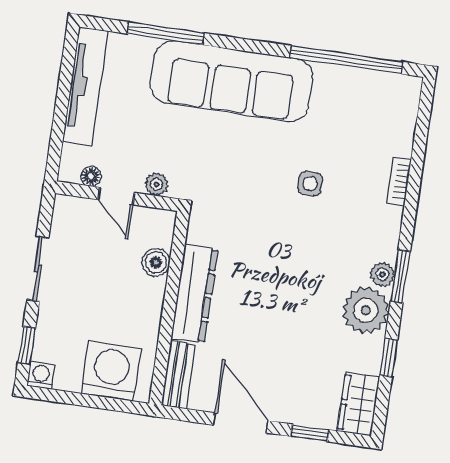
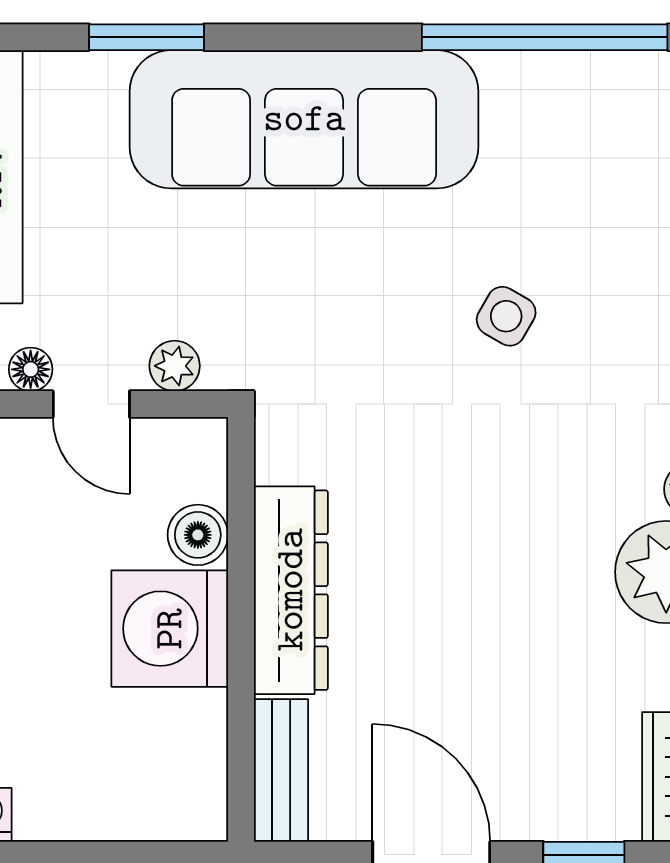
window: (166, 33) -> (146, 37), width x0.69
side table: (310, 184) -> (506, 316), turned 30
washing machine: (111, 371) -> (170, 629), moved, turned -90

